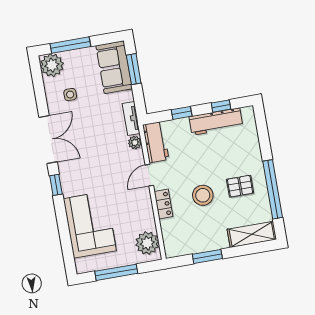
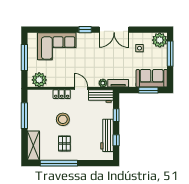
window: (207, 256) -> (24, 116), width x1.44

